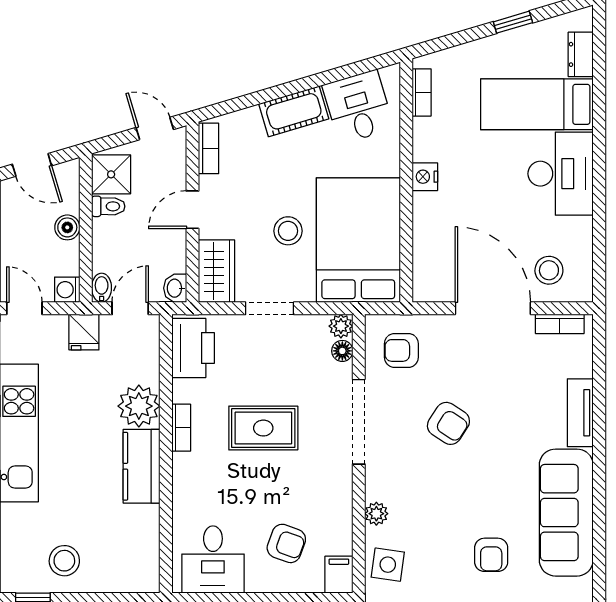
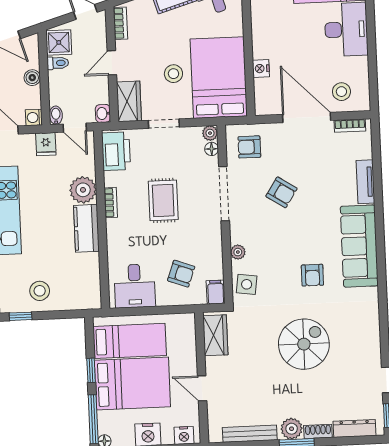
nightstand: (425, 177) -> (261, 68), moved
door: (130, 308) -> (75, 128), swing flipped
rug: (263, 428) -> (163, 200), turned 90

